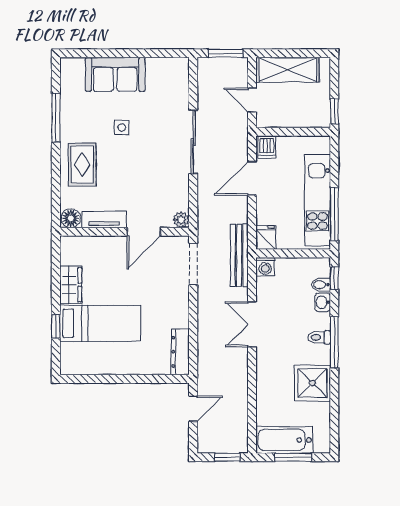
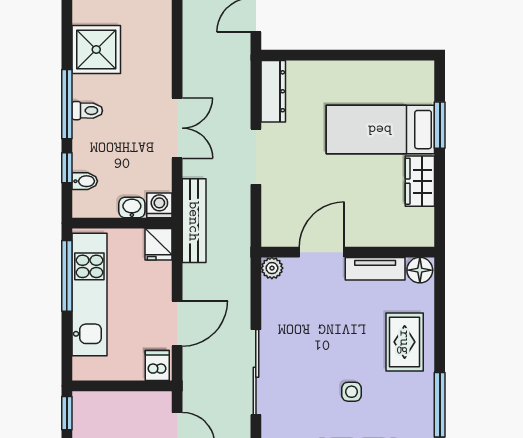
doorway: (193, 264) -> (256, 157), moved
window: (334, 278) -> (67, 168), moved
washbasin: (323, 302) -> (132, 207), moved, turned -90
window: (56, 327) -> (440, 125), width x1.50

